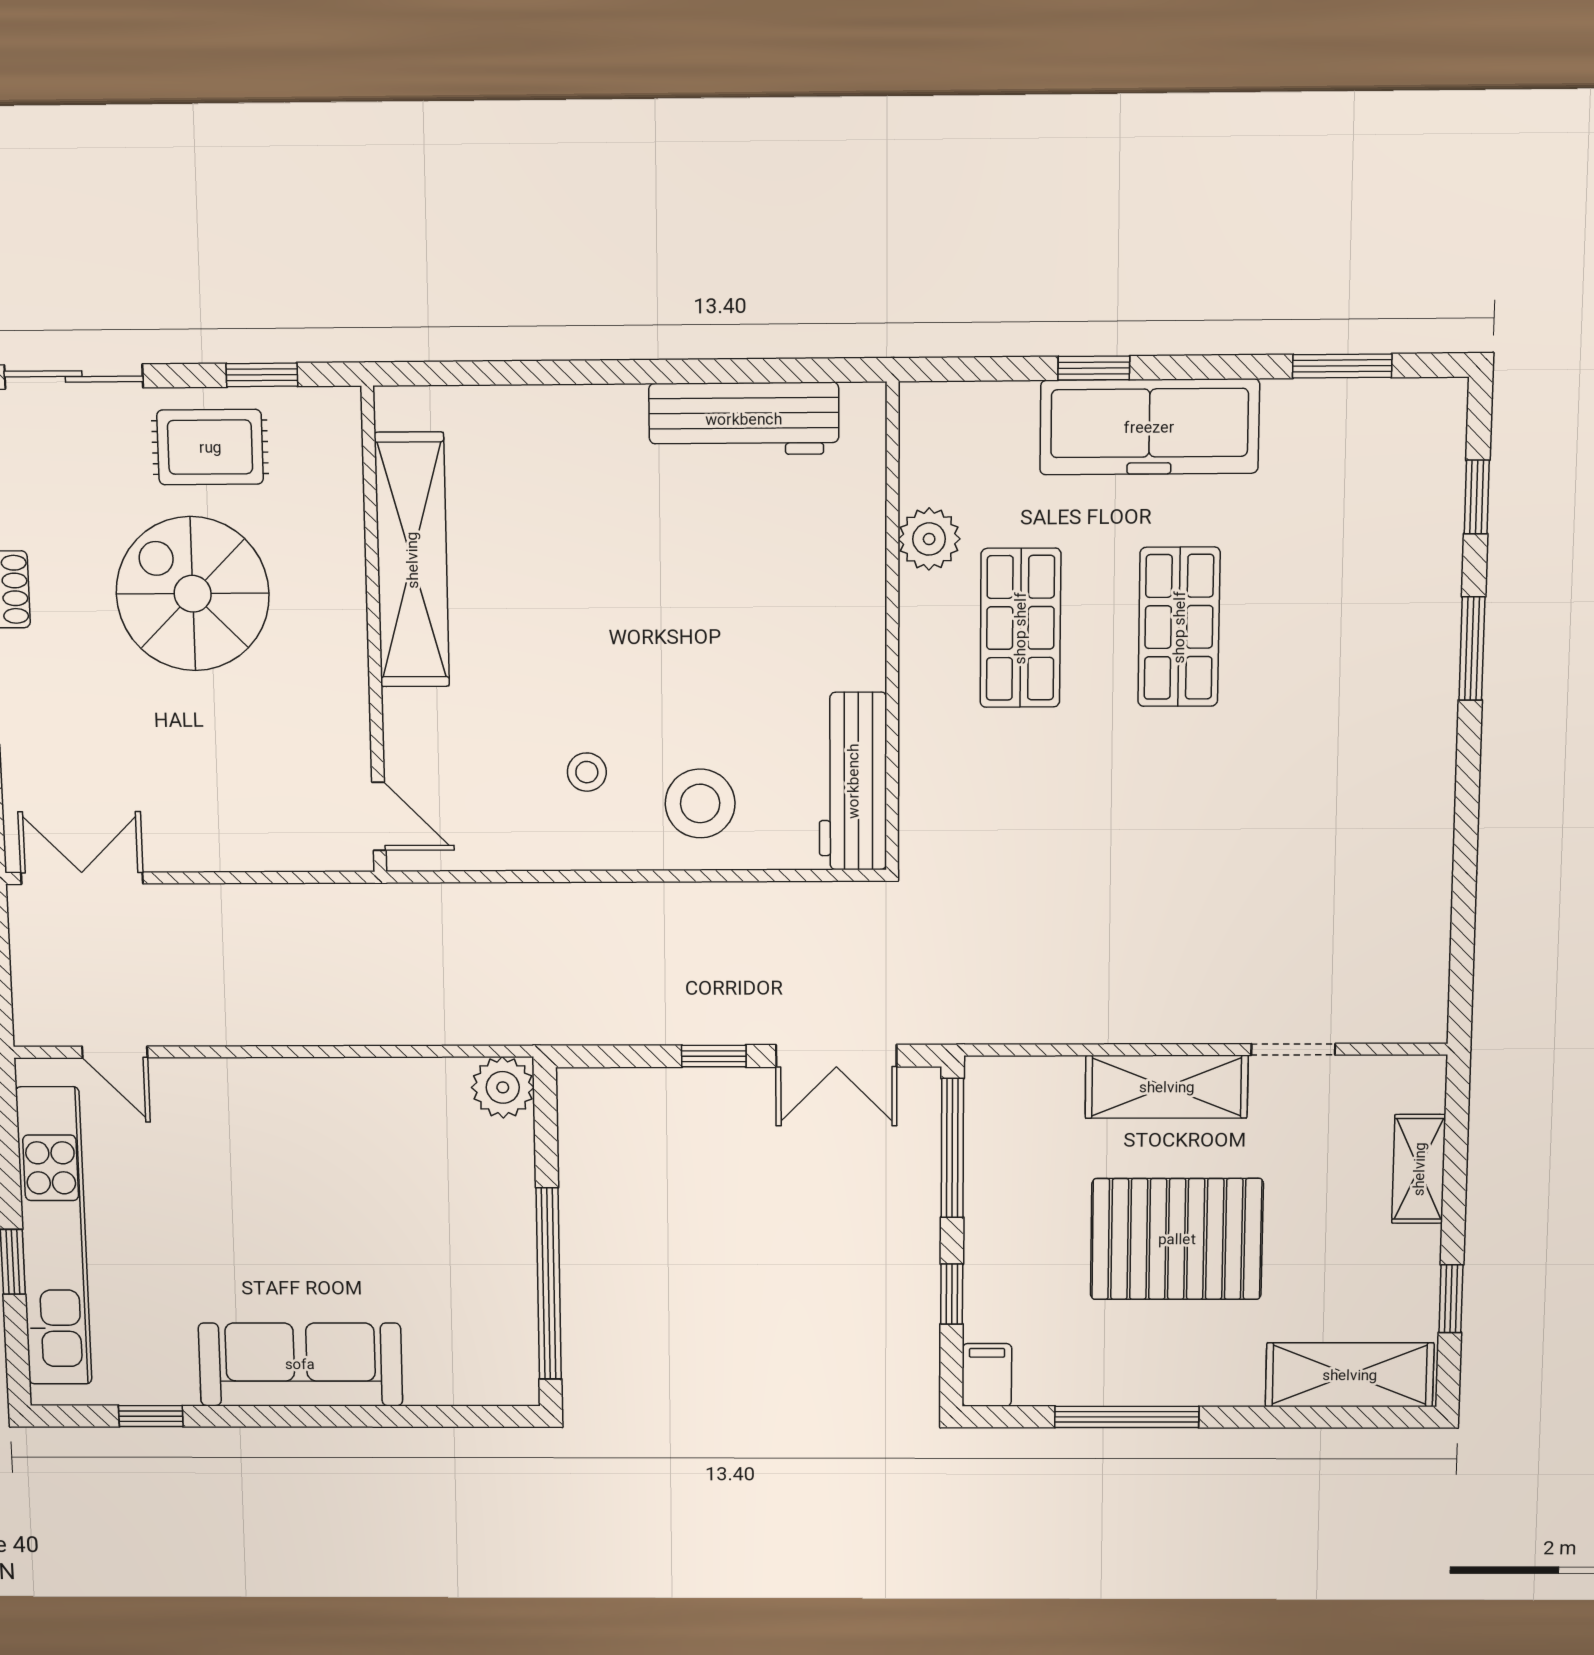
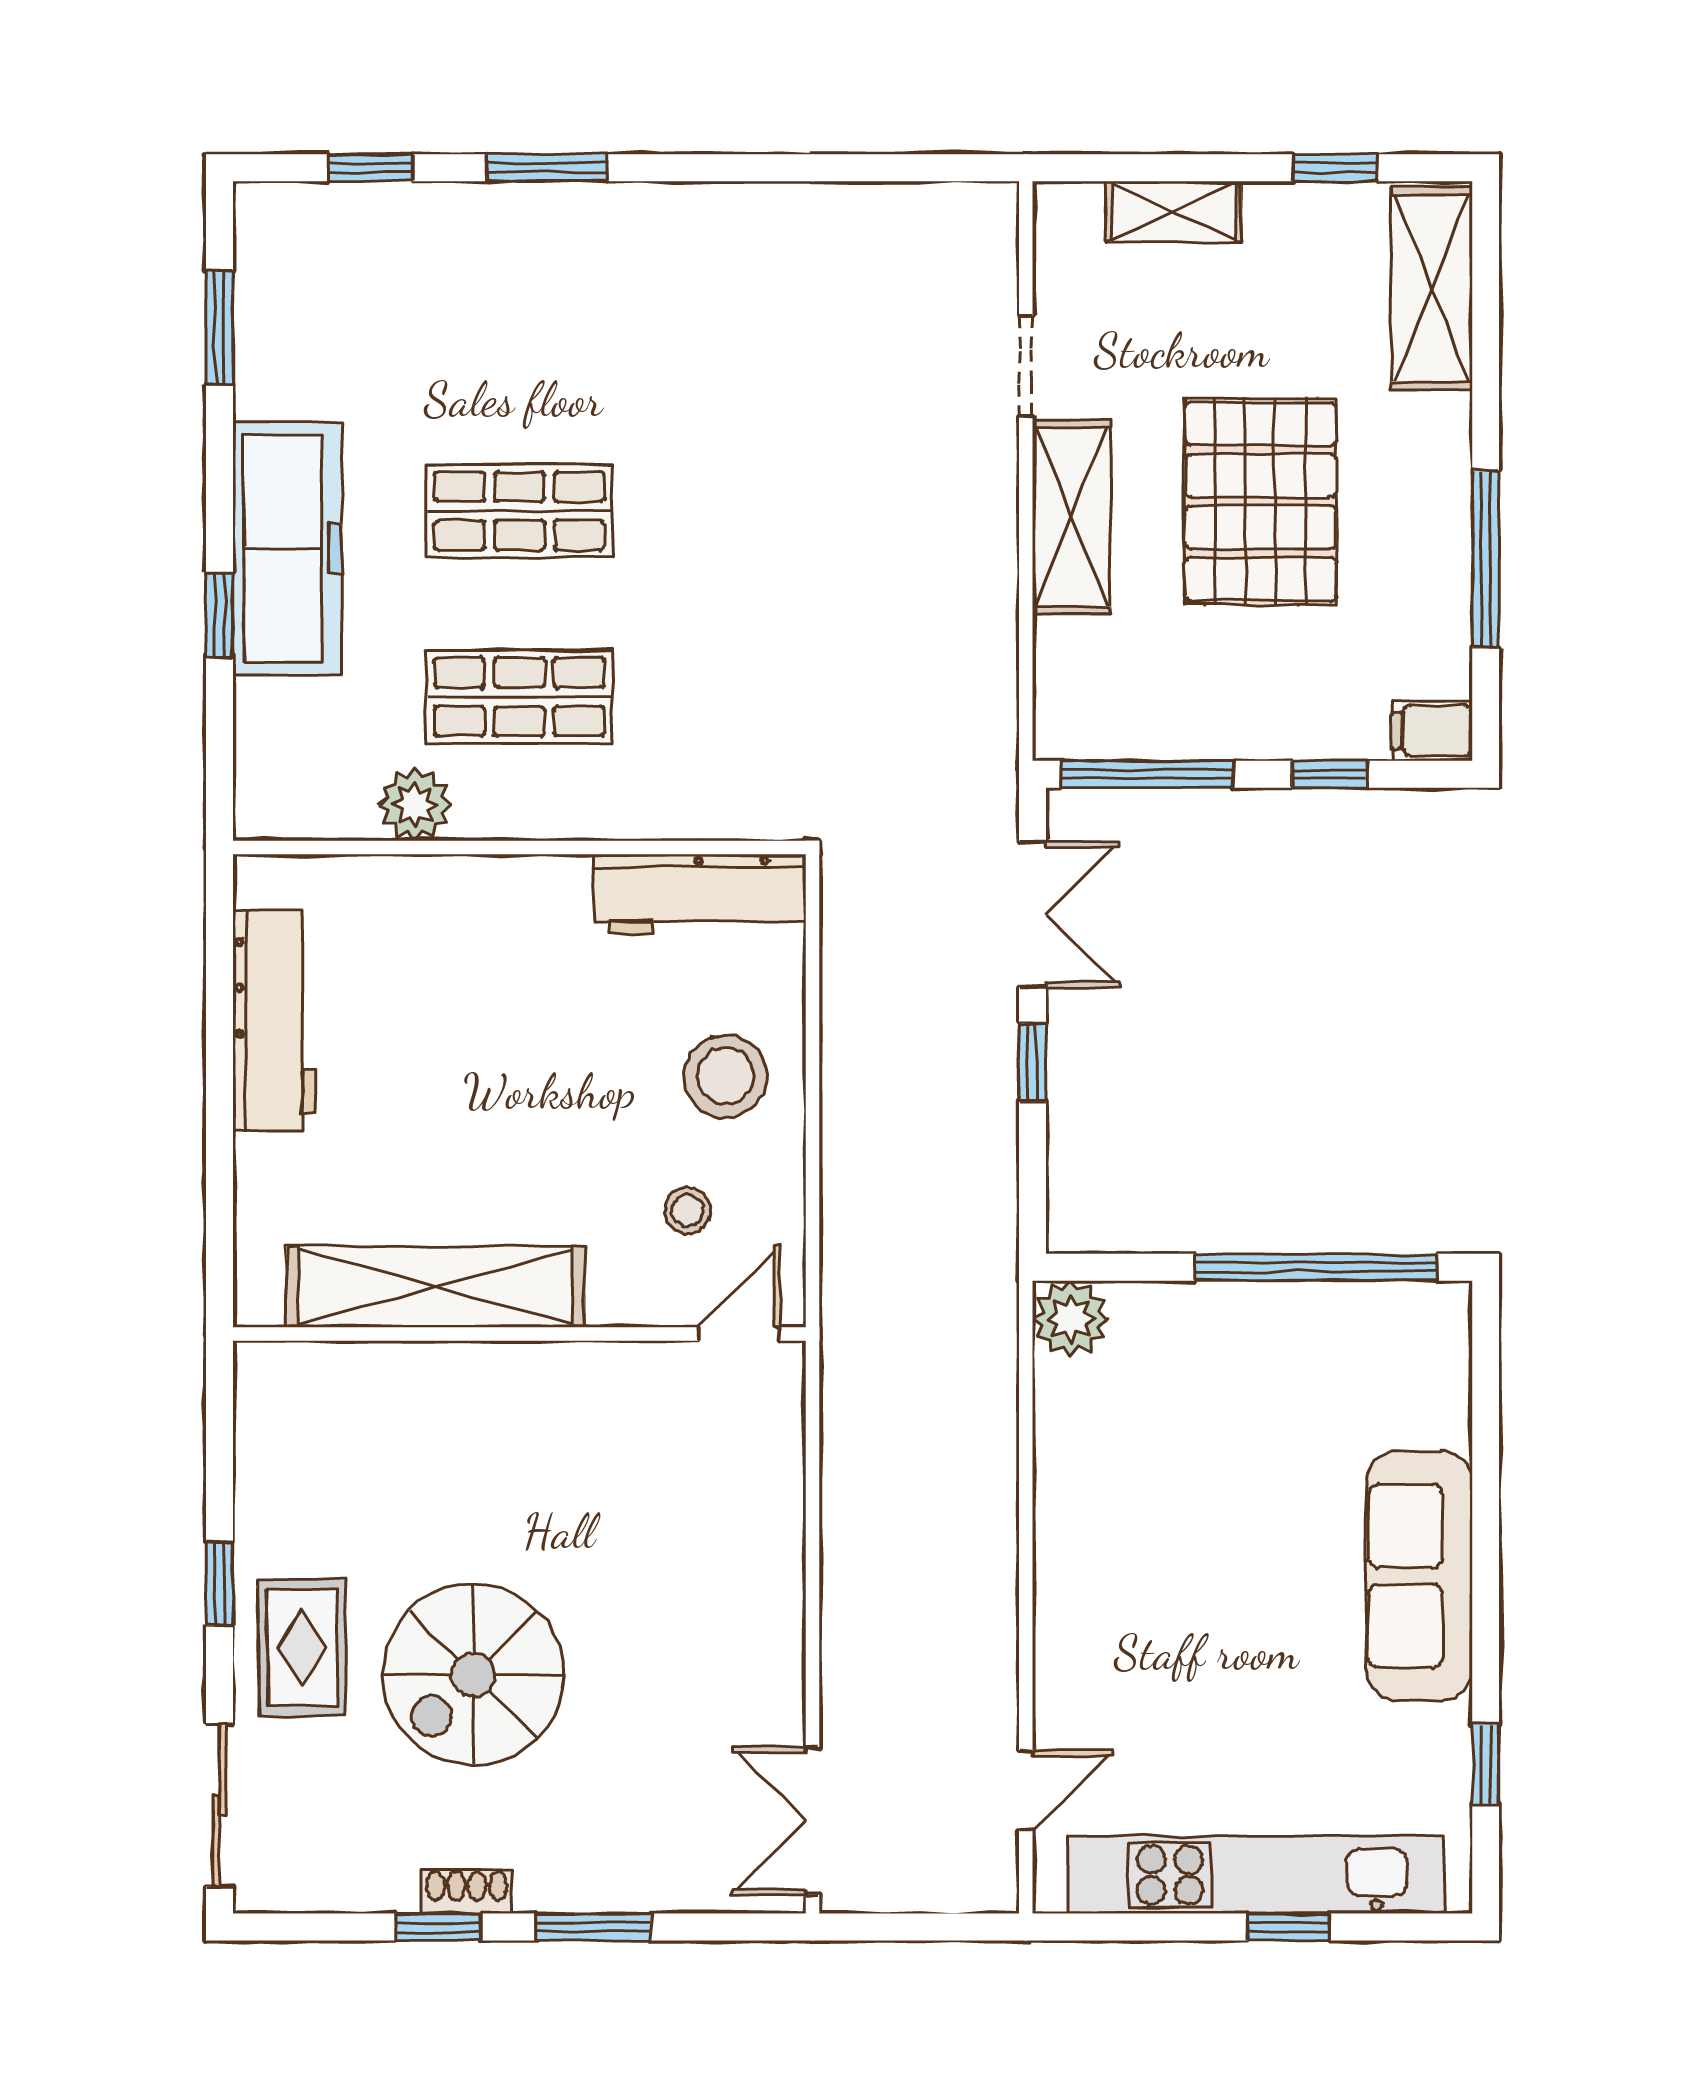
shelving: (412, 560) -> (435, 1287), moved
wall: (374, 632) -> (519, 1334), moved
door: (379, 816) -> (739, 1334), moved

